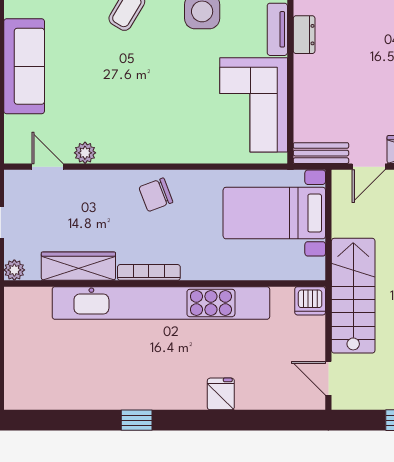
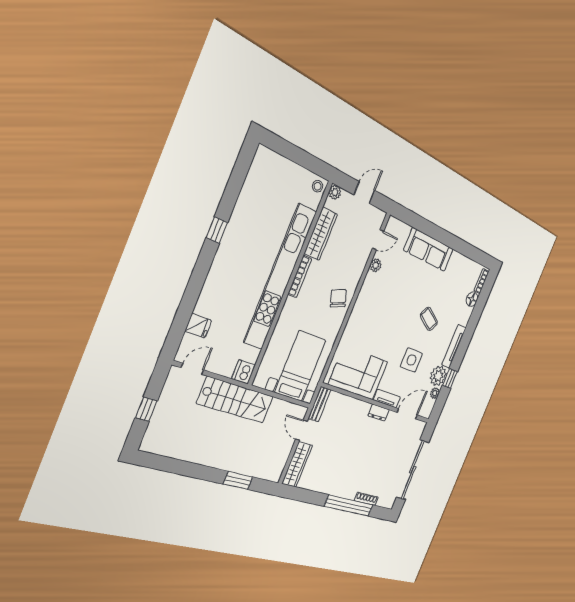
stool: (19, 301) -> (317, 186), added
fridge: (221, 394) -> (198, 326), moved

